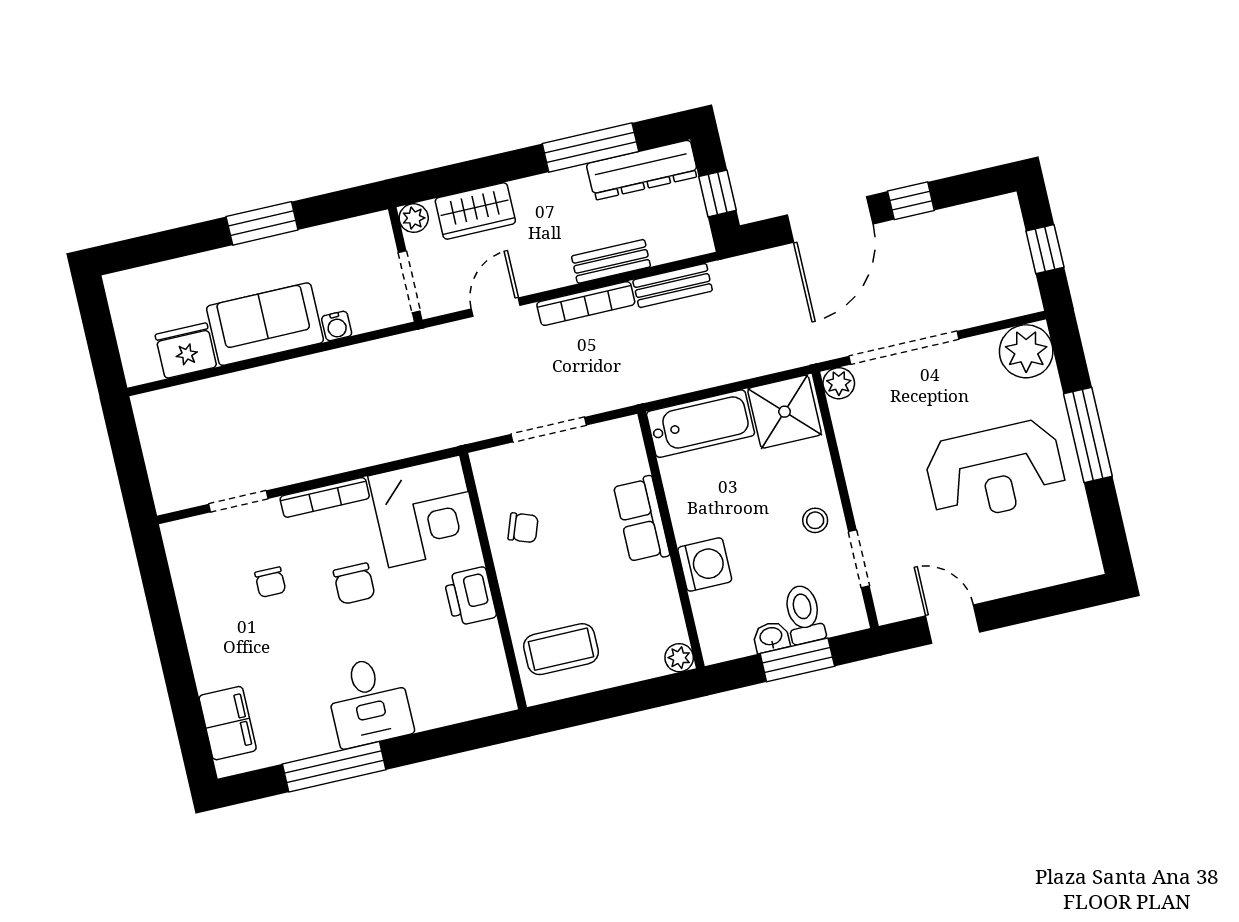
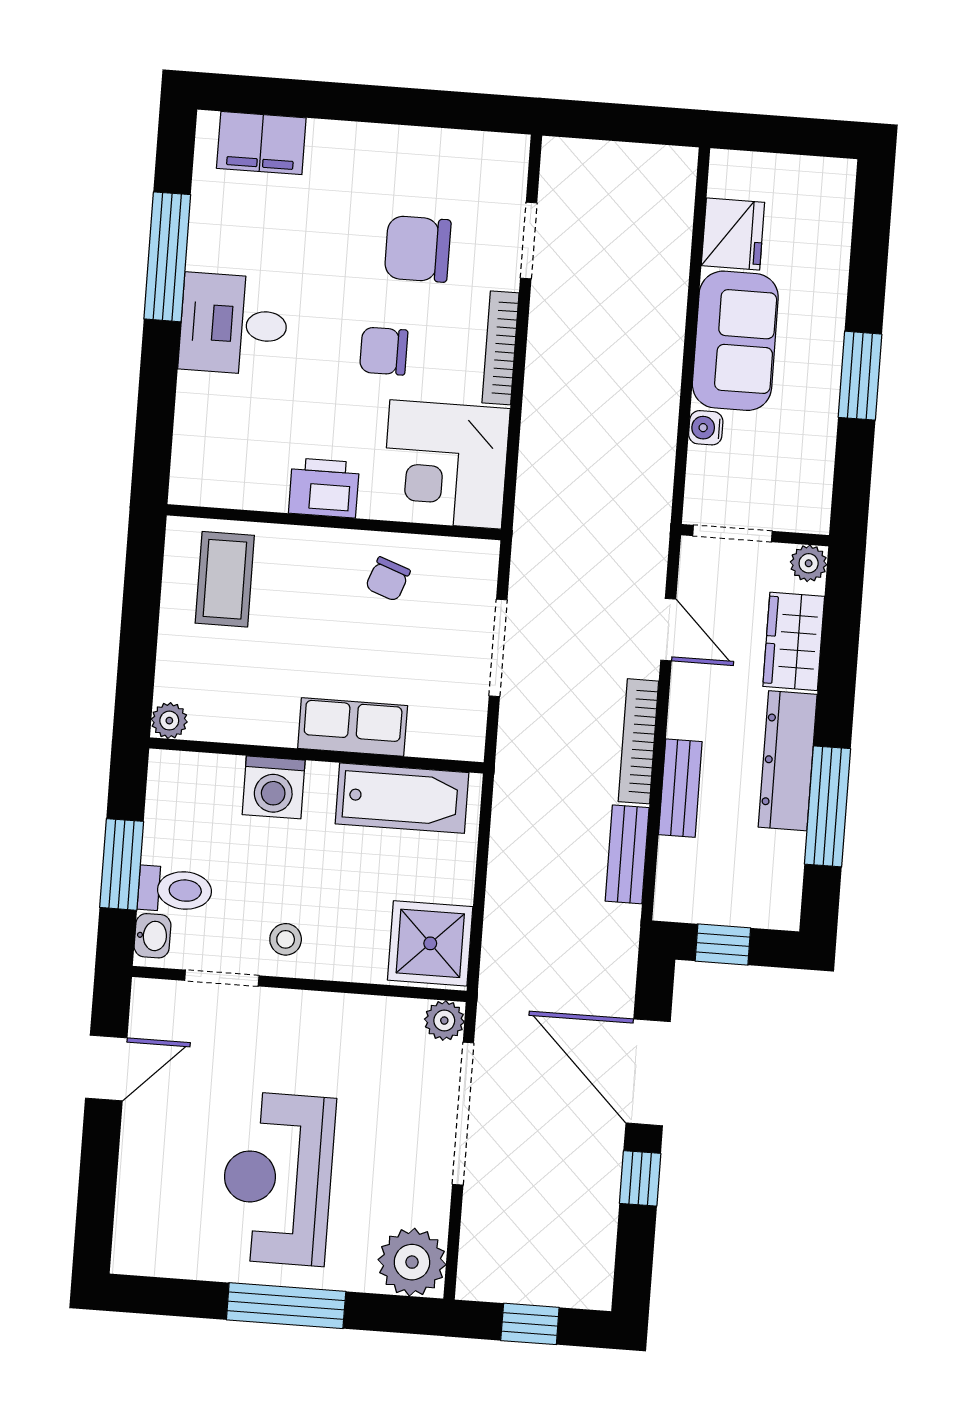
dresser: (642, 170) -> (788, 761), moved
bathtub: (701, 424) -> (402, 798), moved, turned -90
chair: (270, 582) -> (418, 249), width x1.87, depth x1.87
washbasin: (771, 637) -> (153, 936), moved

